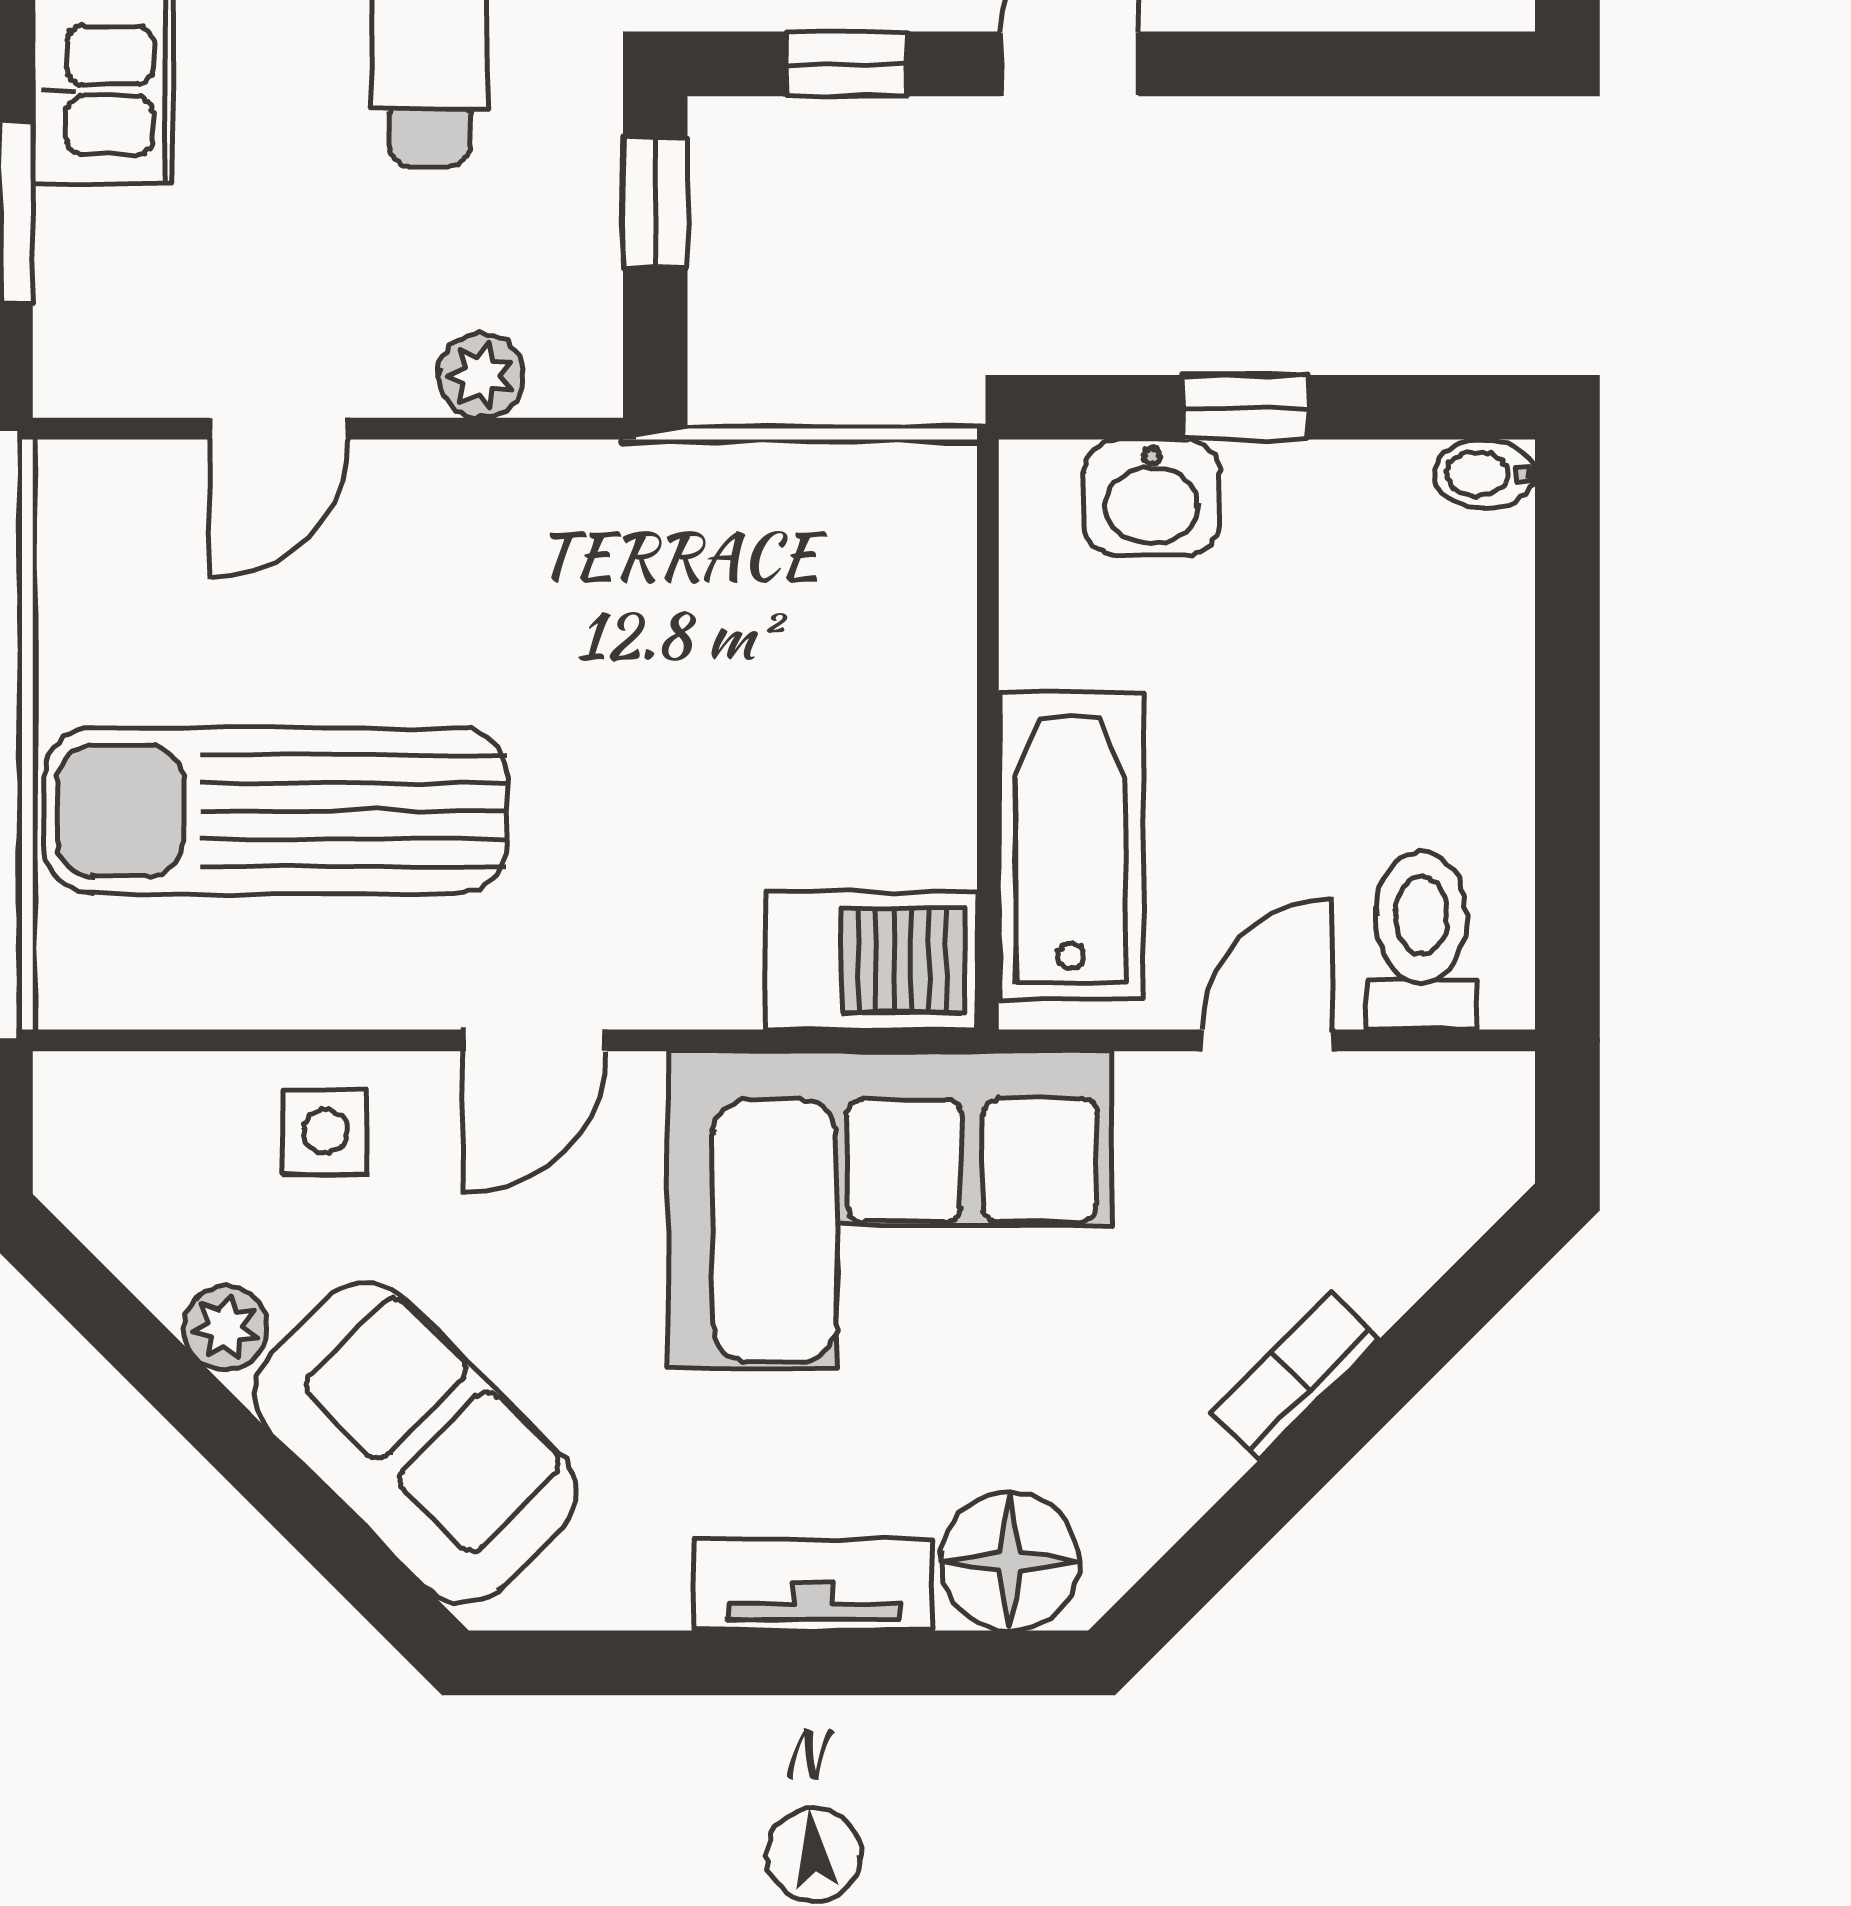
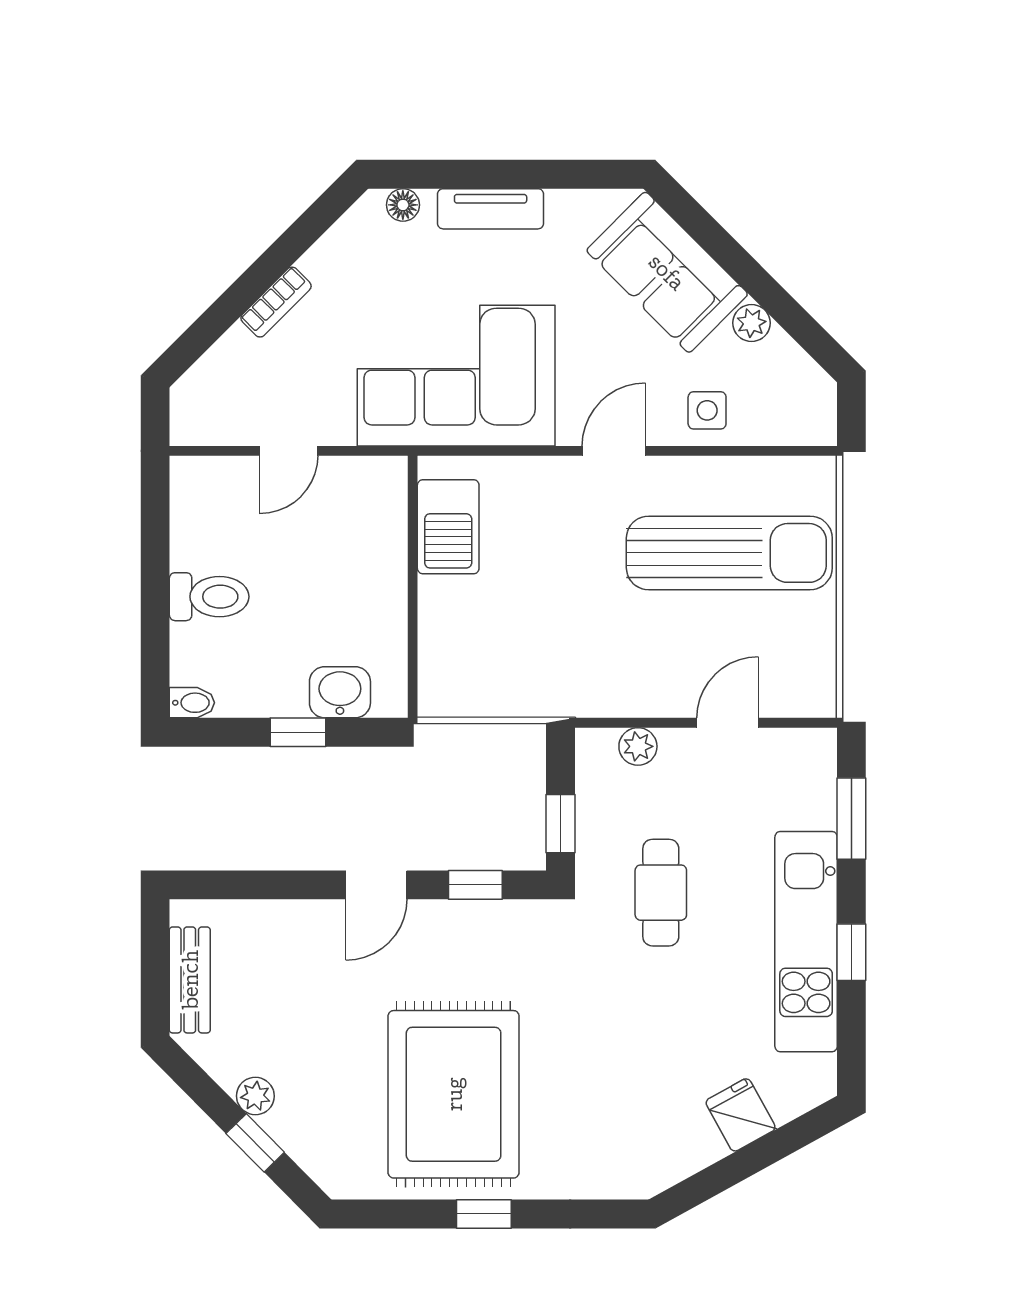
bathtub: (1071, 845) -> (376, 538), removed
toilet: (1421, 940) -> (209, 597), moved, turned -90
barbecue: (871, 960) -> (448, 527), moved, turned -90
floor lamp: (1010, 1561) -> (403, 205), width x0.53, depth x0.53

